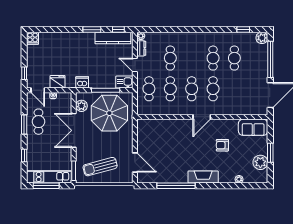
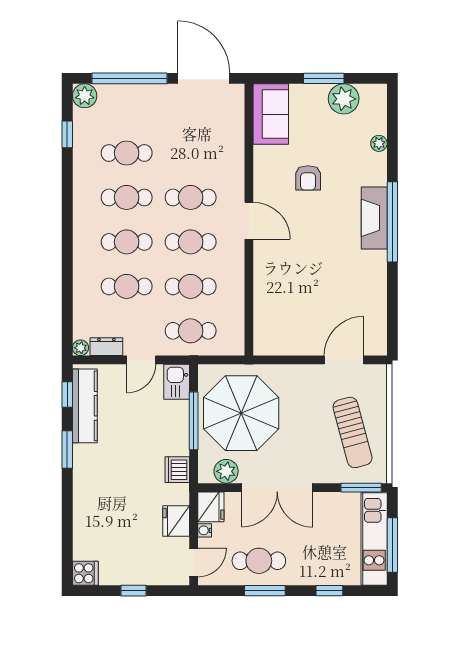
cafe table: (192, 58) -> (127, 242), added
window: (24, 73) -> (133, 591), moved
fridge: (64, 99) -> (211, 507), added
window: (176, 186) -> (392, 222), moved

